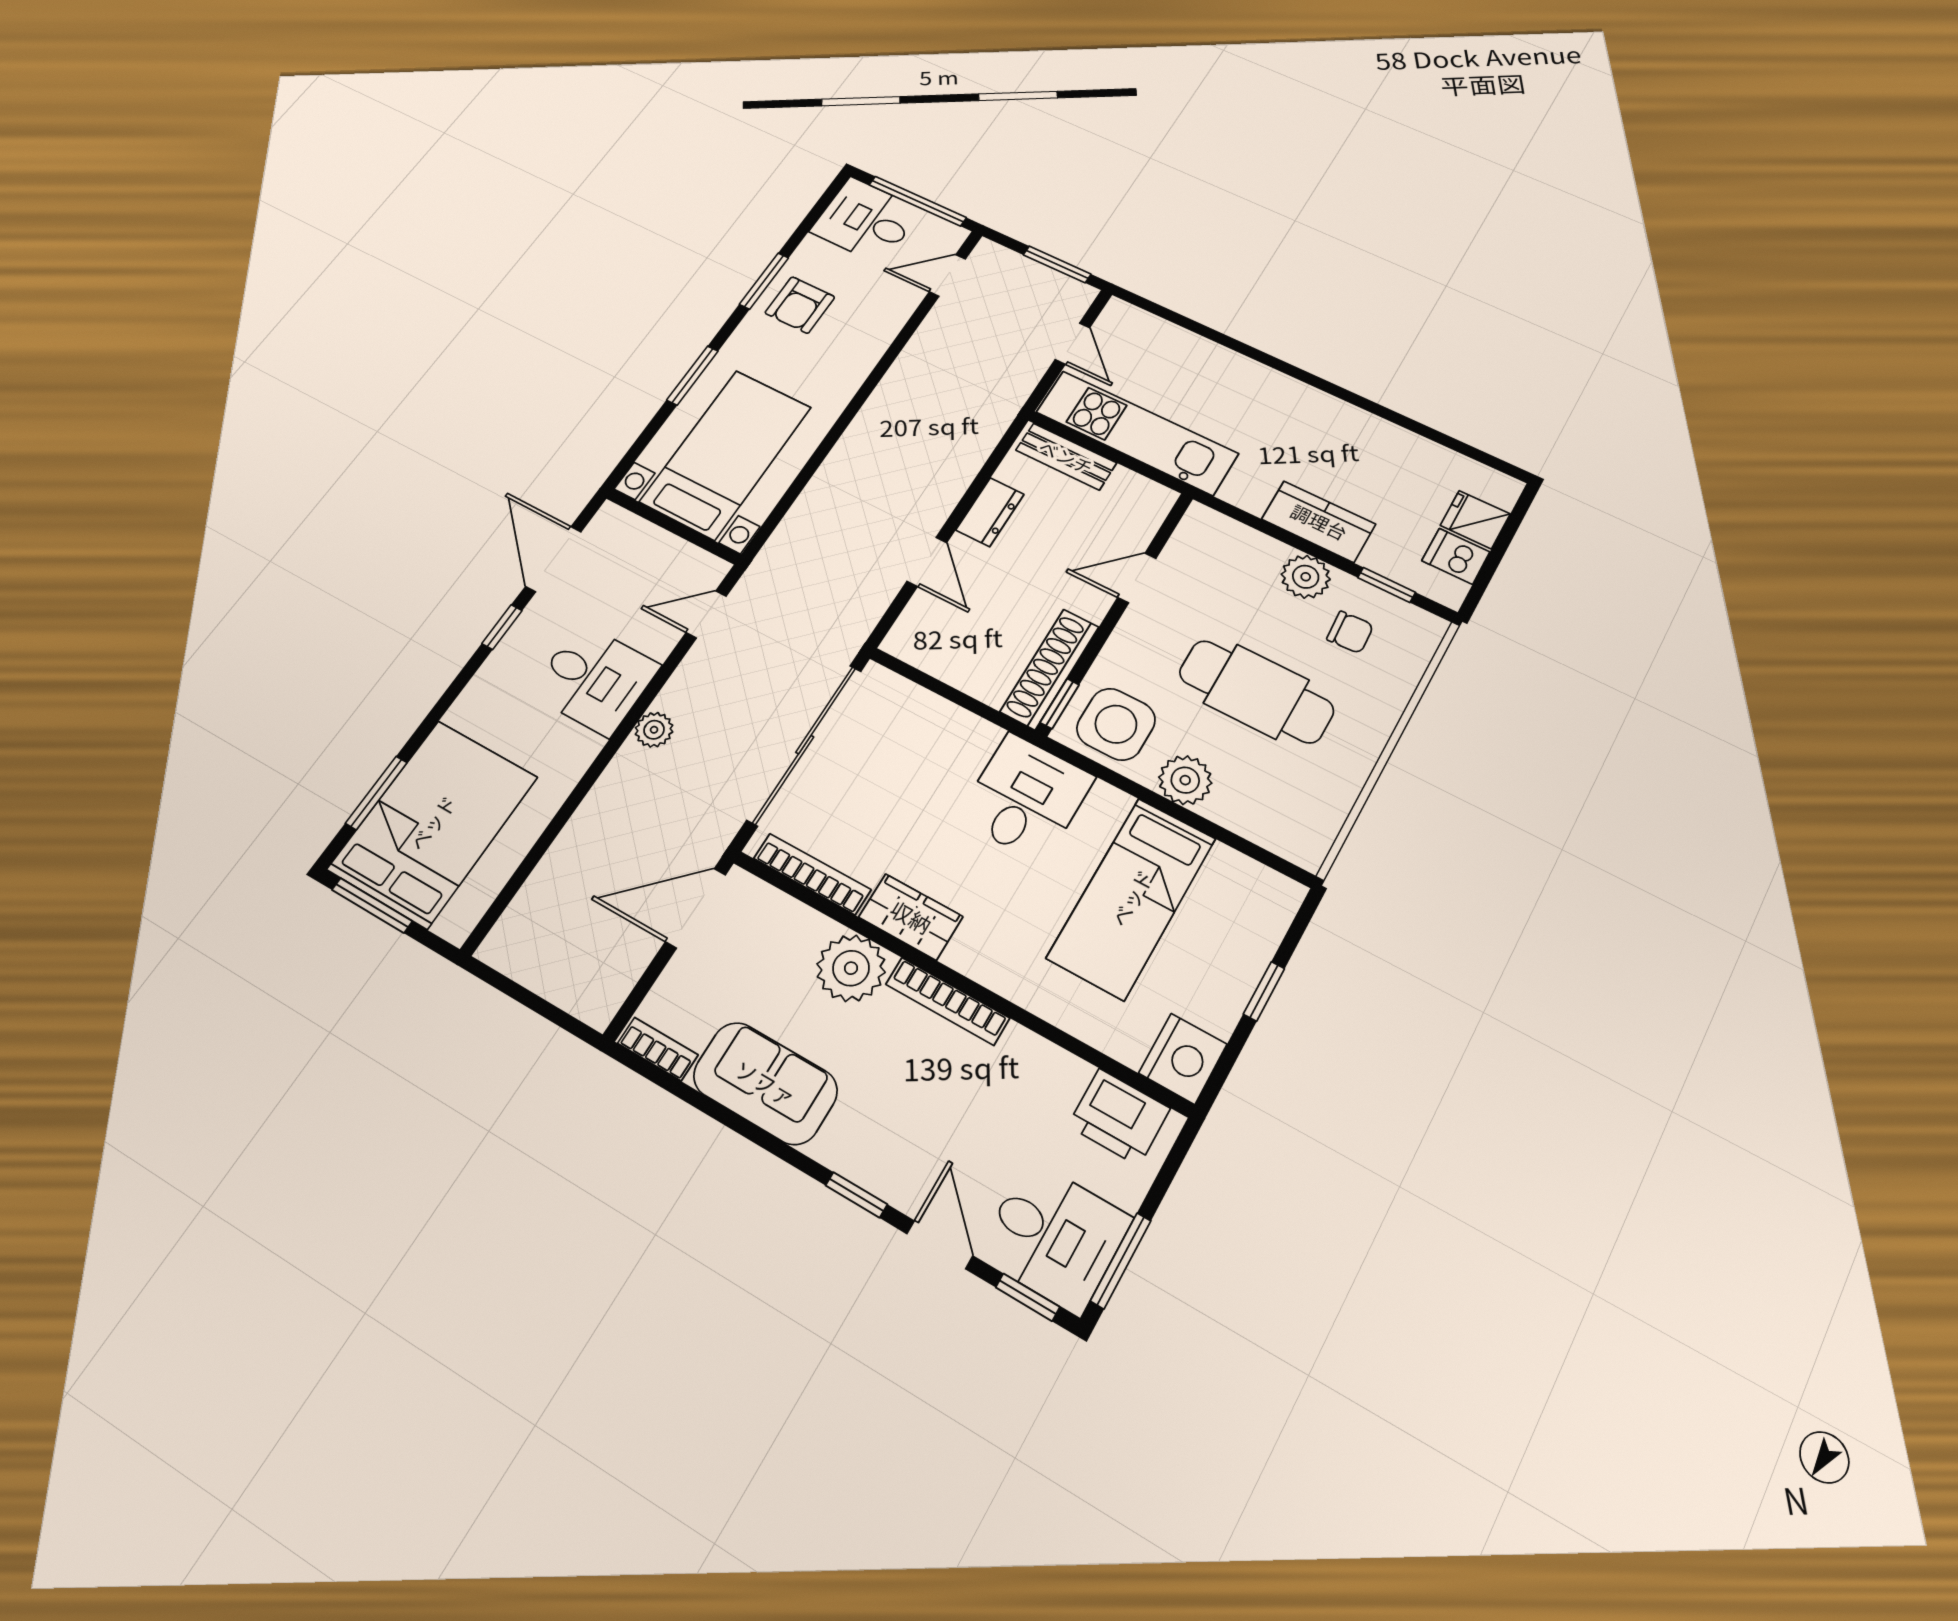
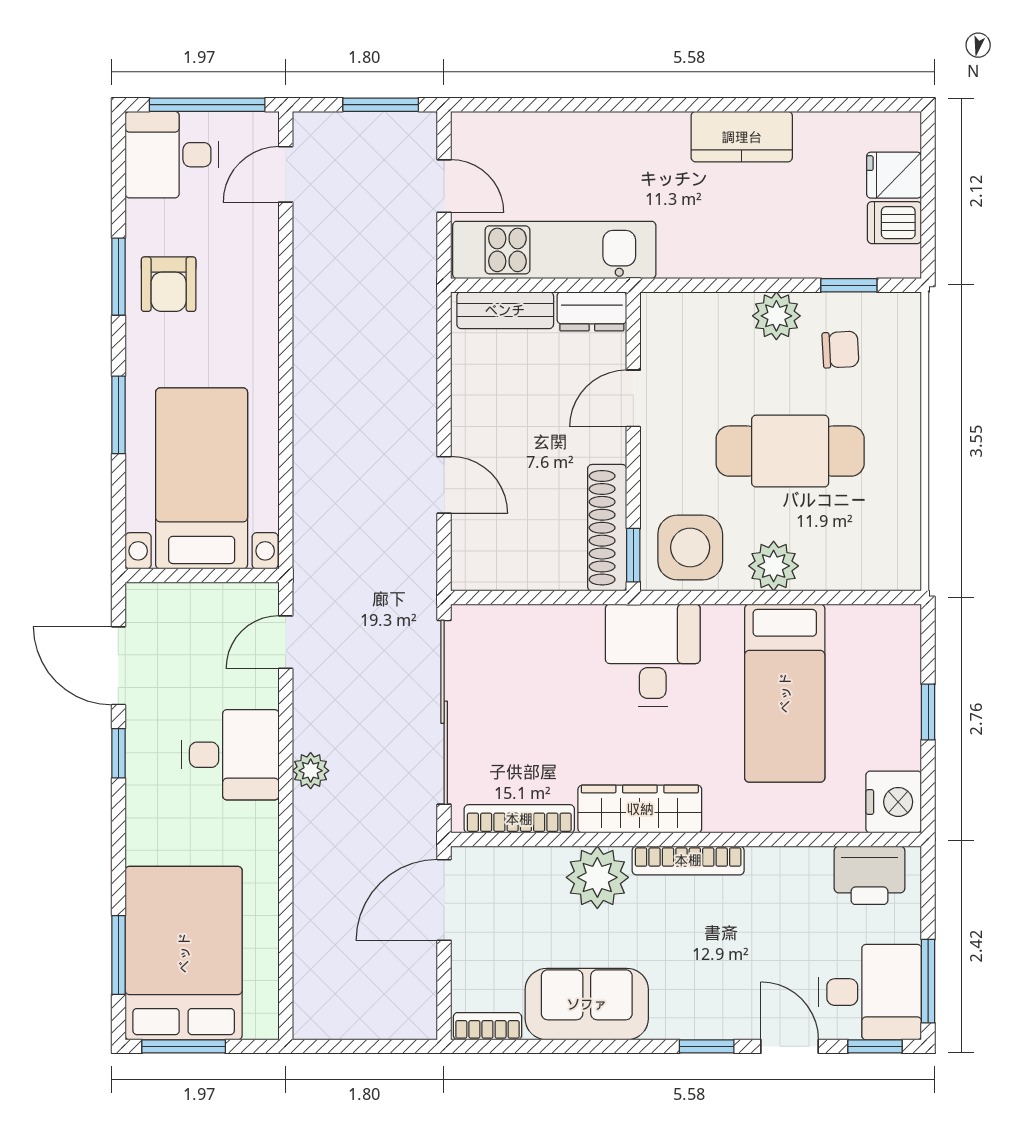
dresser: (990, 512) -> (592, 311), moved, turned 90
kitchen counter: (1319, 522) -> (742, 137), moved, turned 180
wardrobe: (911, 917) -> (640, 809), width x1.50

